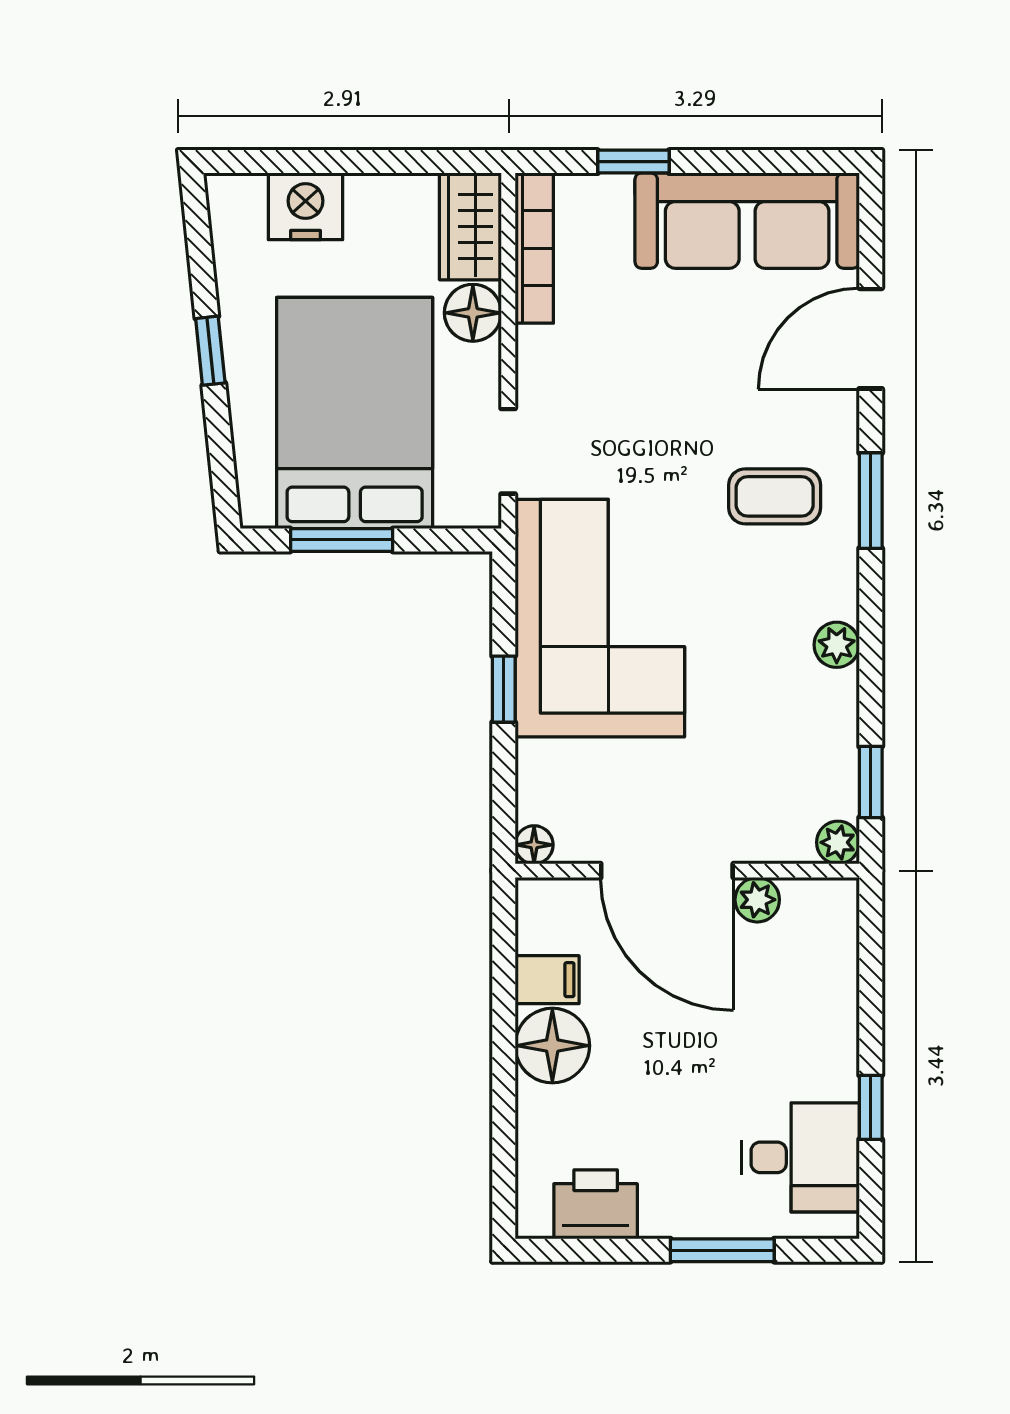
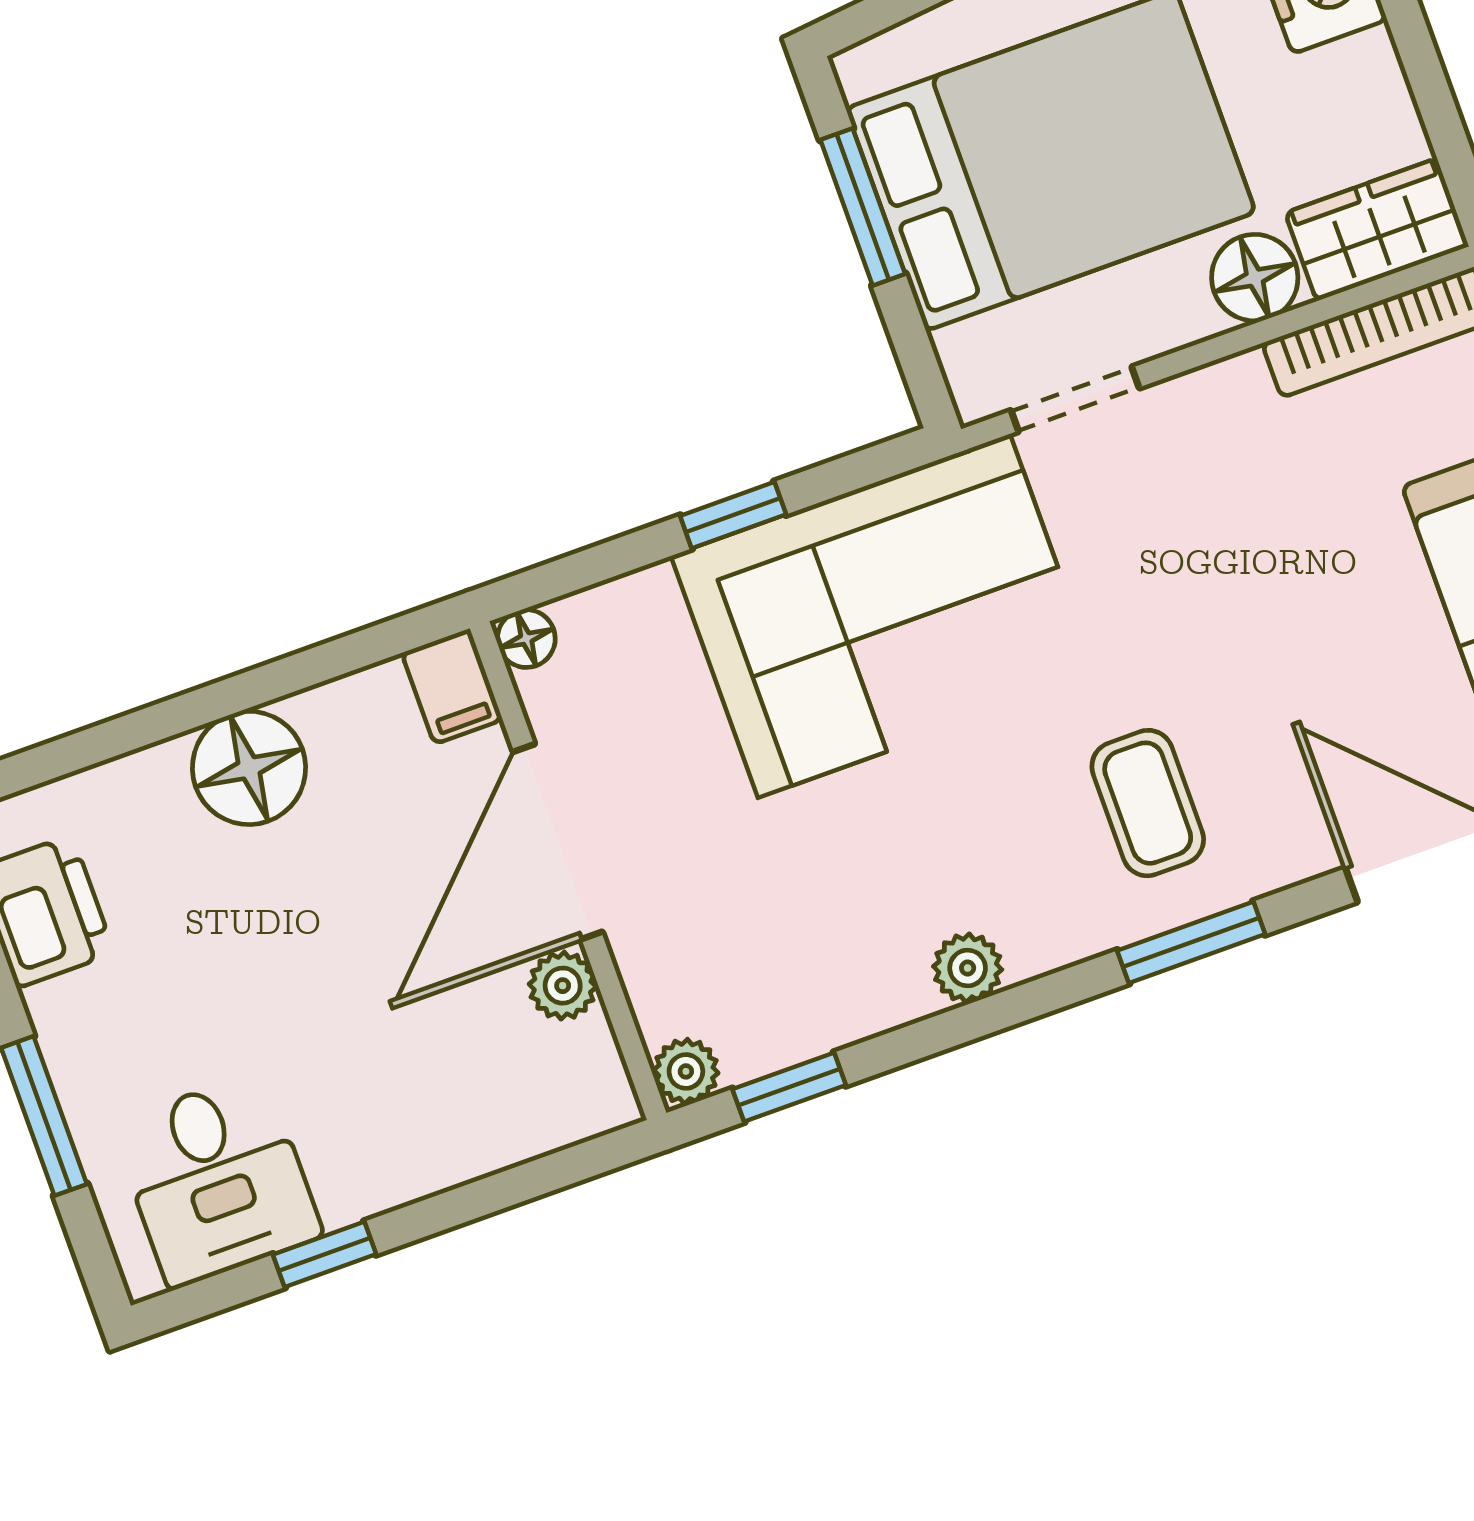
filing cabinet: (547, 980) -> (452, 686), moved

